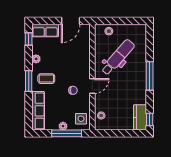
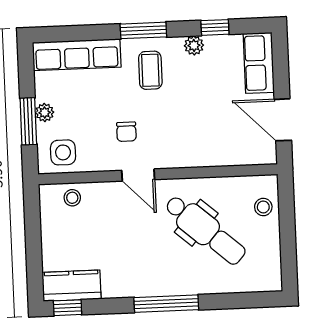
window: (29, 39) -> (215, 27), moved
window: (67, 133) -> (28, 121), width x0.69

